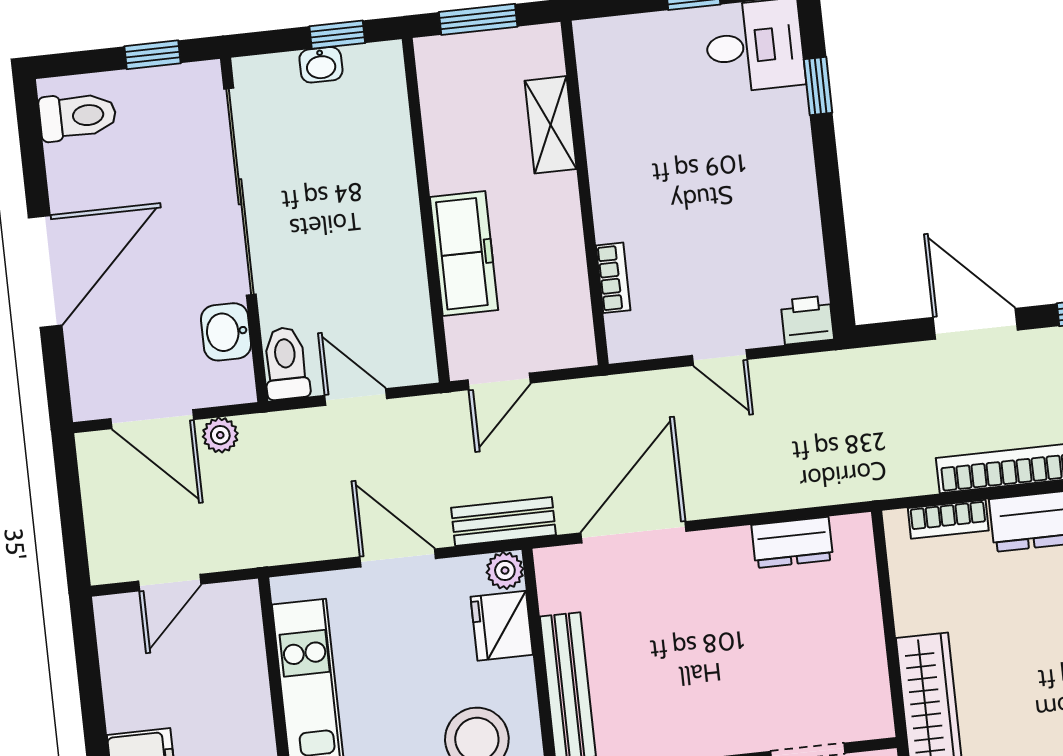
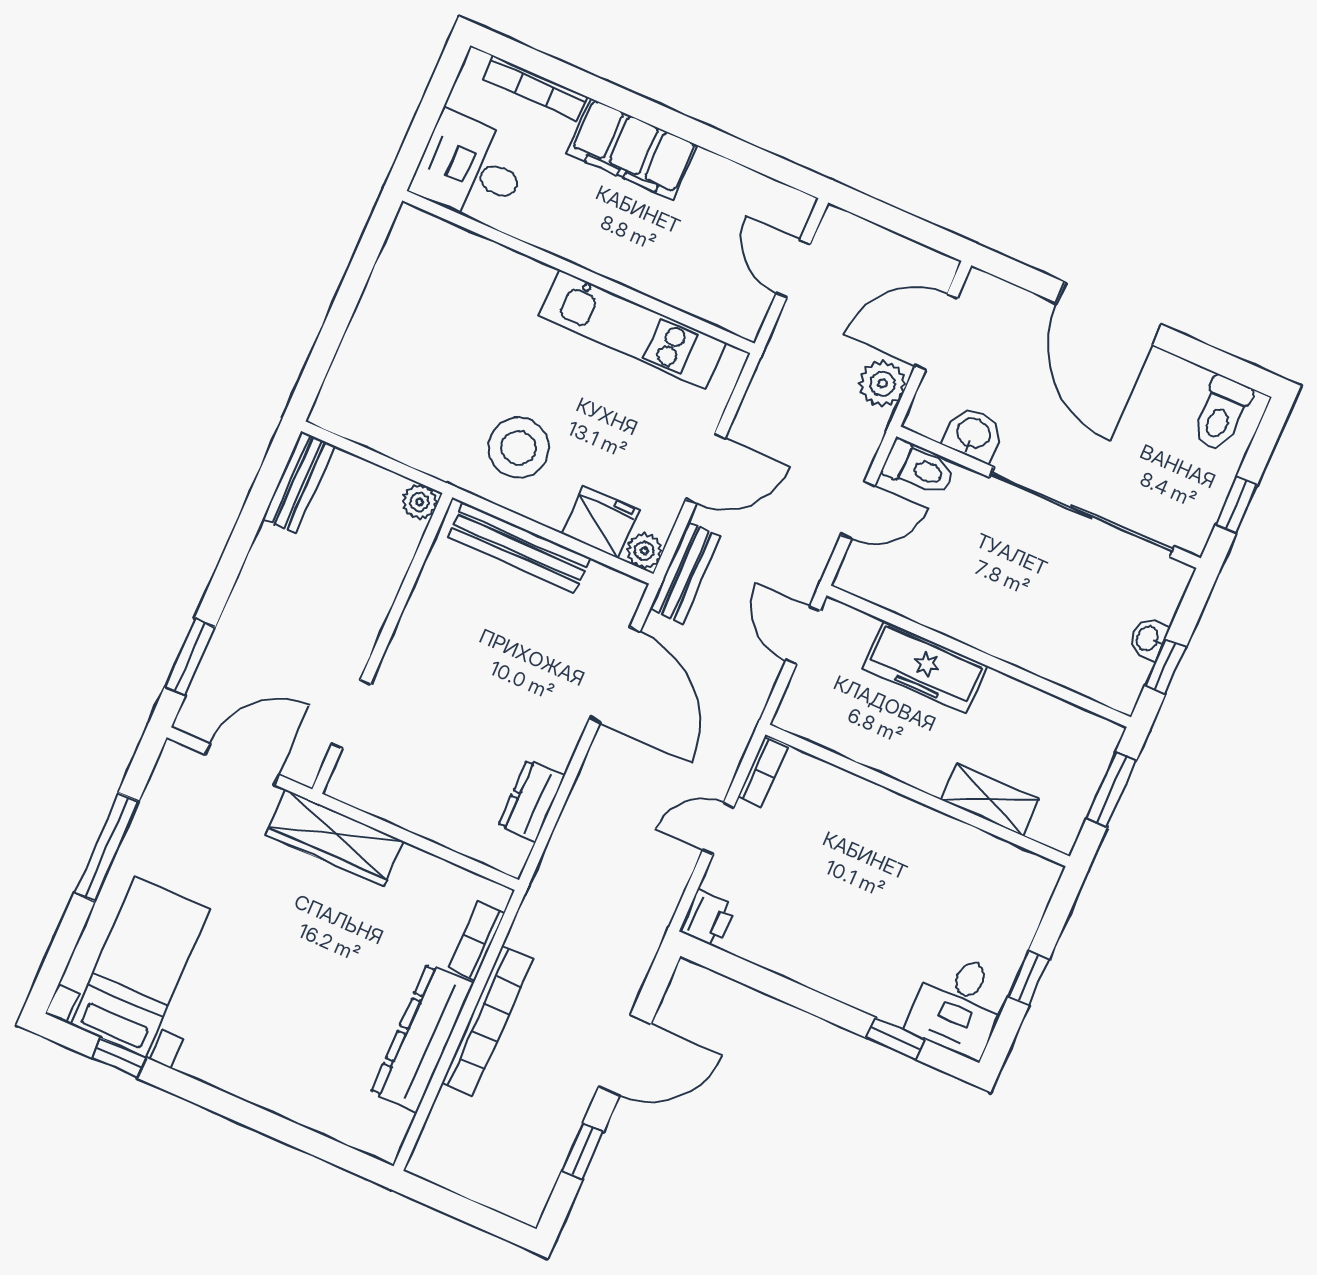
bookcase: (613, 278) -> (763, 772), moved, turned -90
plant: (220, 435) -> (882, 384), width x1.38, depth x1.38

